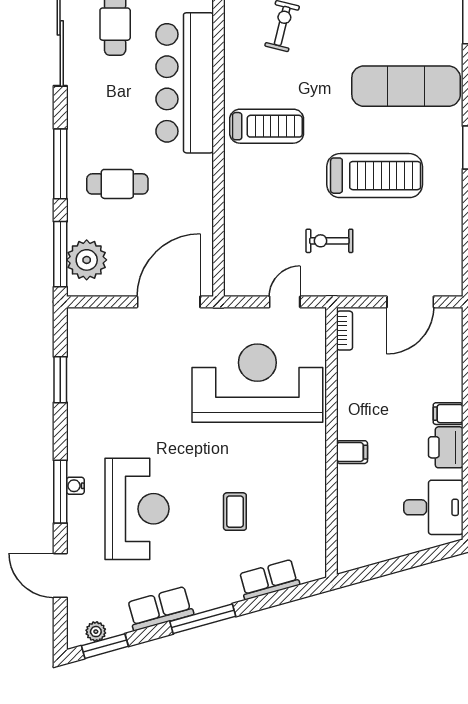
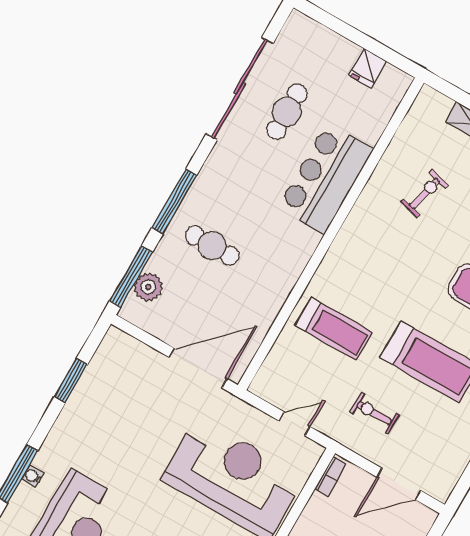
bar counter: (185, 83) -> (325, 178), width x0.73
treadmill: (267, 126) -> (334, 329), moved
exercise bike: (329, 241) -> (375, 413), moved
plant: (87, 260) -> (148, 287), width x0.73, depth x0.73

